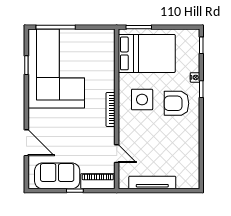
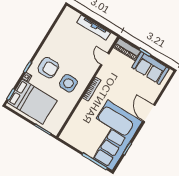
bed: (147, 53) -> (32, 102), moved, turned 180
door: (26, 143) -> (149, 113), moved

